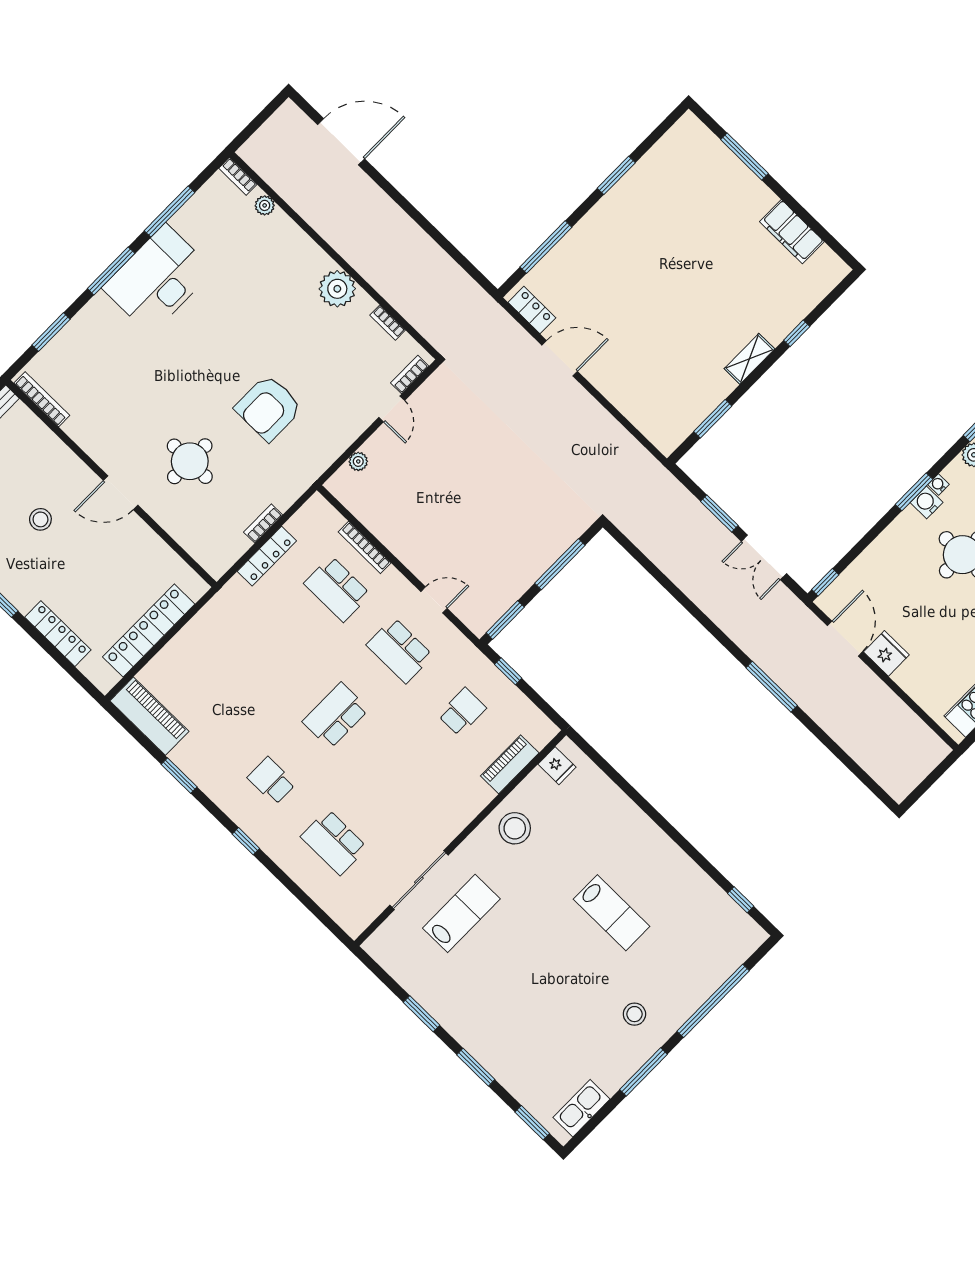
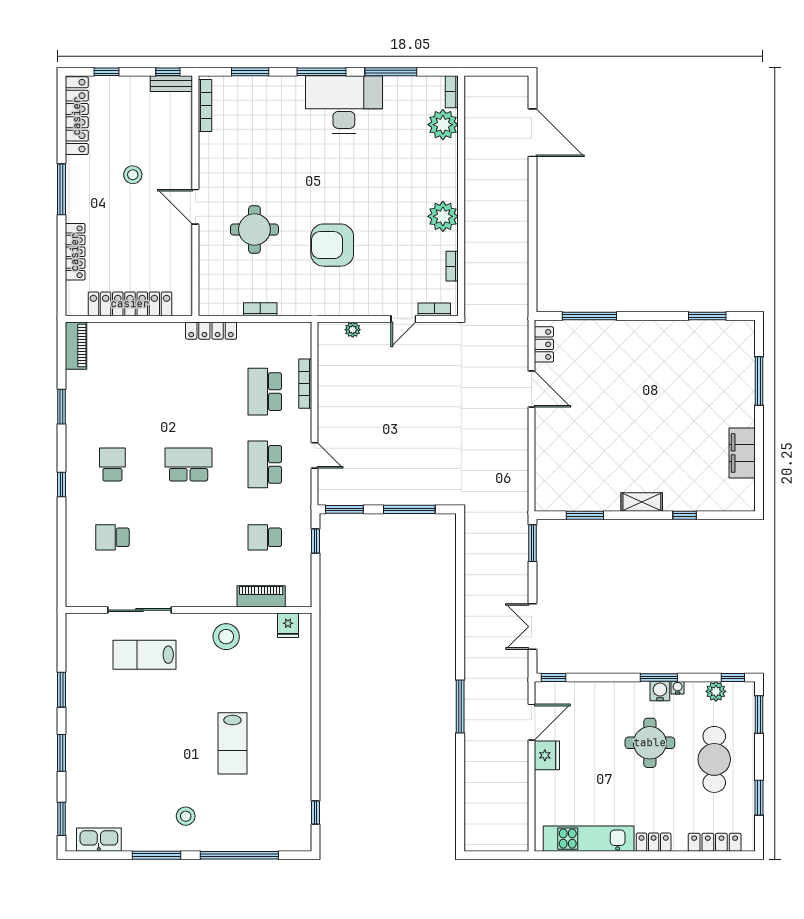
window: (616, 175) -> (707, 316), moved
plant: (265, 205) -> (443, 125), width x1.88, depth x1.88
window: (719, 513) -> (532, 543), moved
locker: (267, 556) -> (211, 331), moved
school desk: (462, 712) -> (265, 537), turned 180
piano: (149, 716) -> (76, 346), width x0.73, depth x0.75
school desk: (334, 842) -> (112, 537), width x0.54
lab bench: (461, 913) -> (144, 655), turned 180

